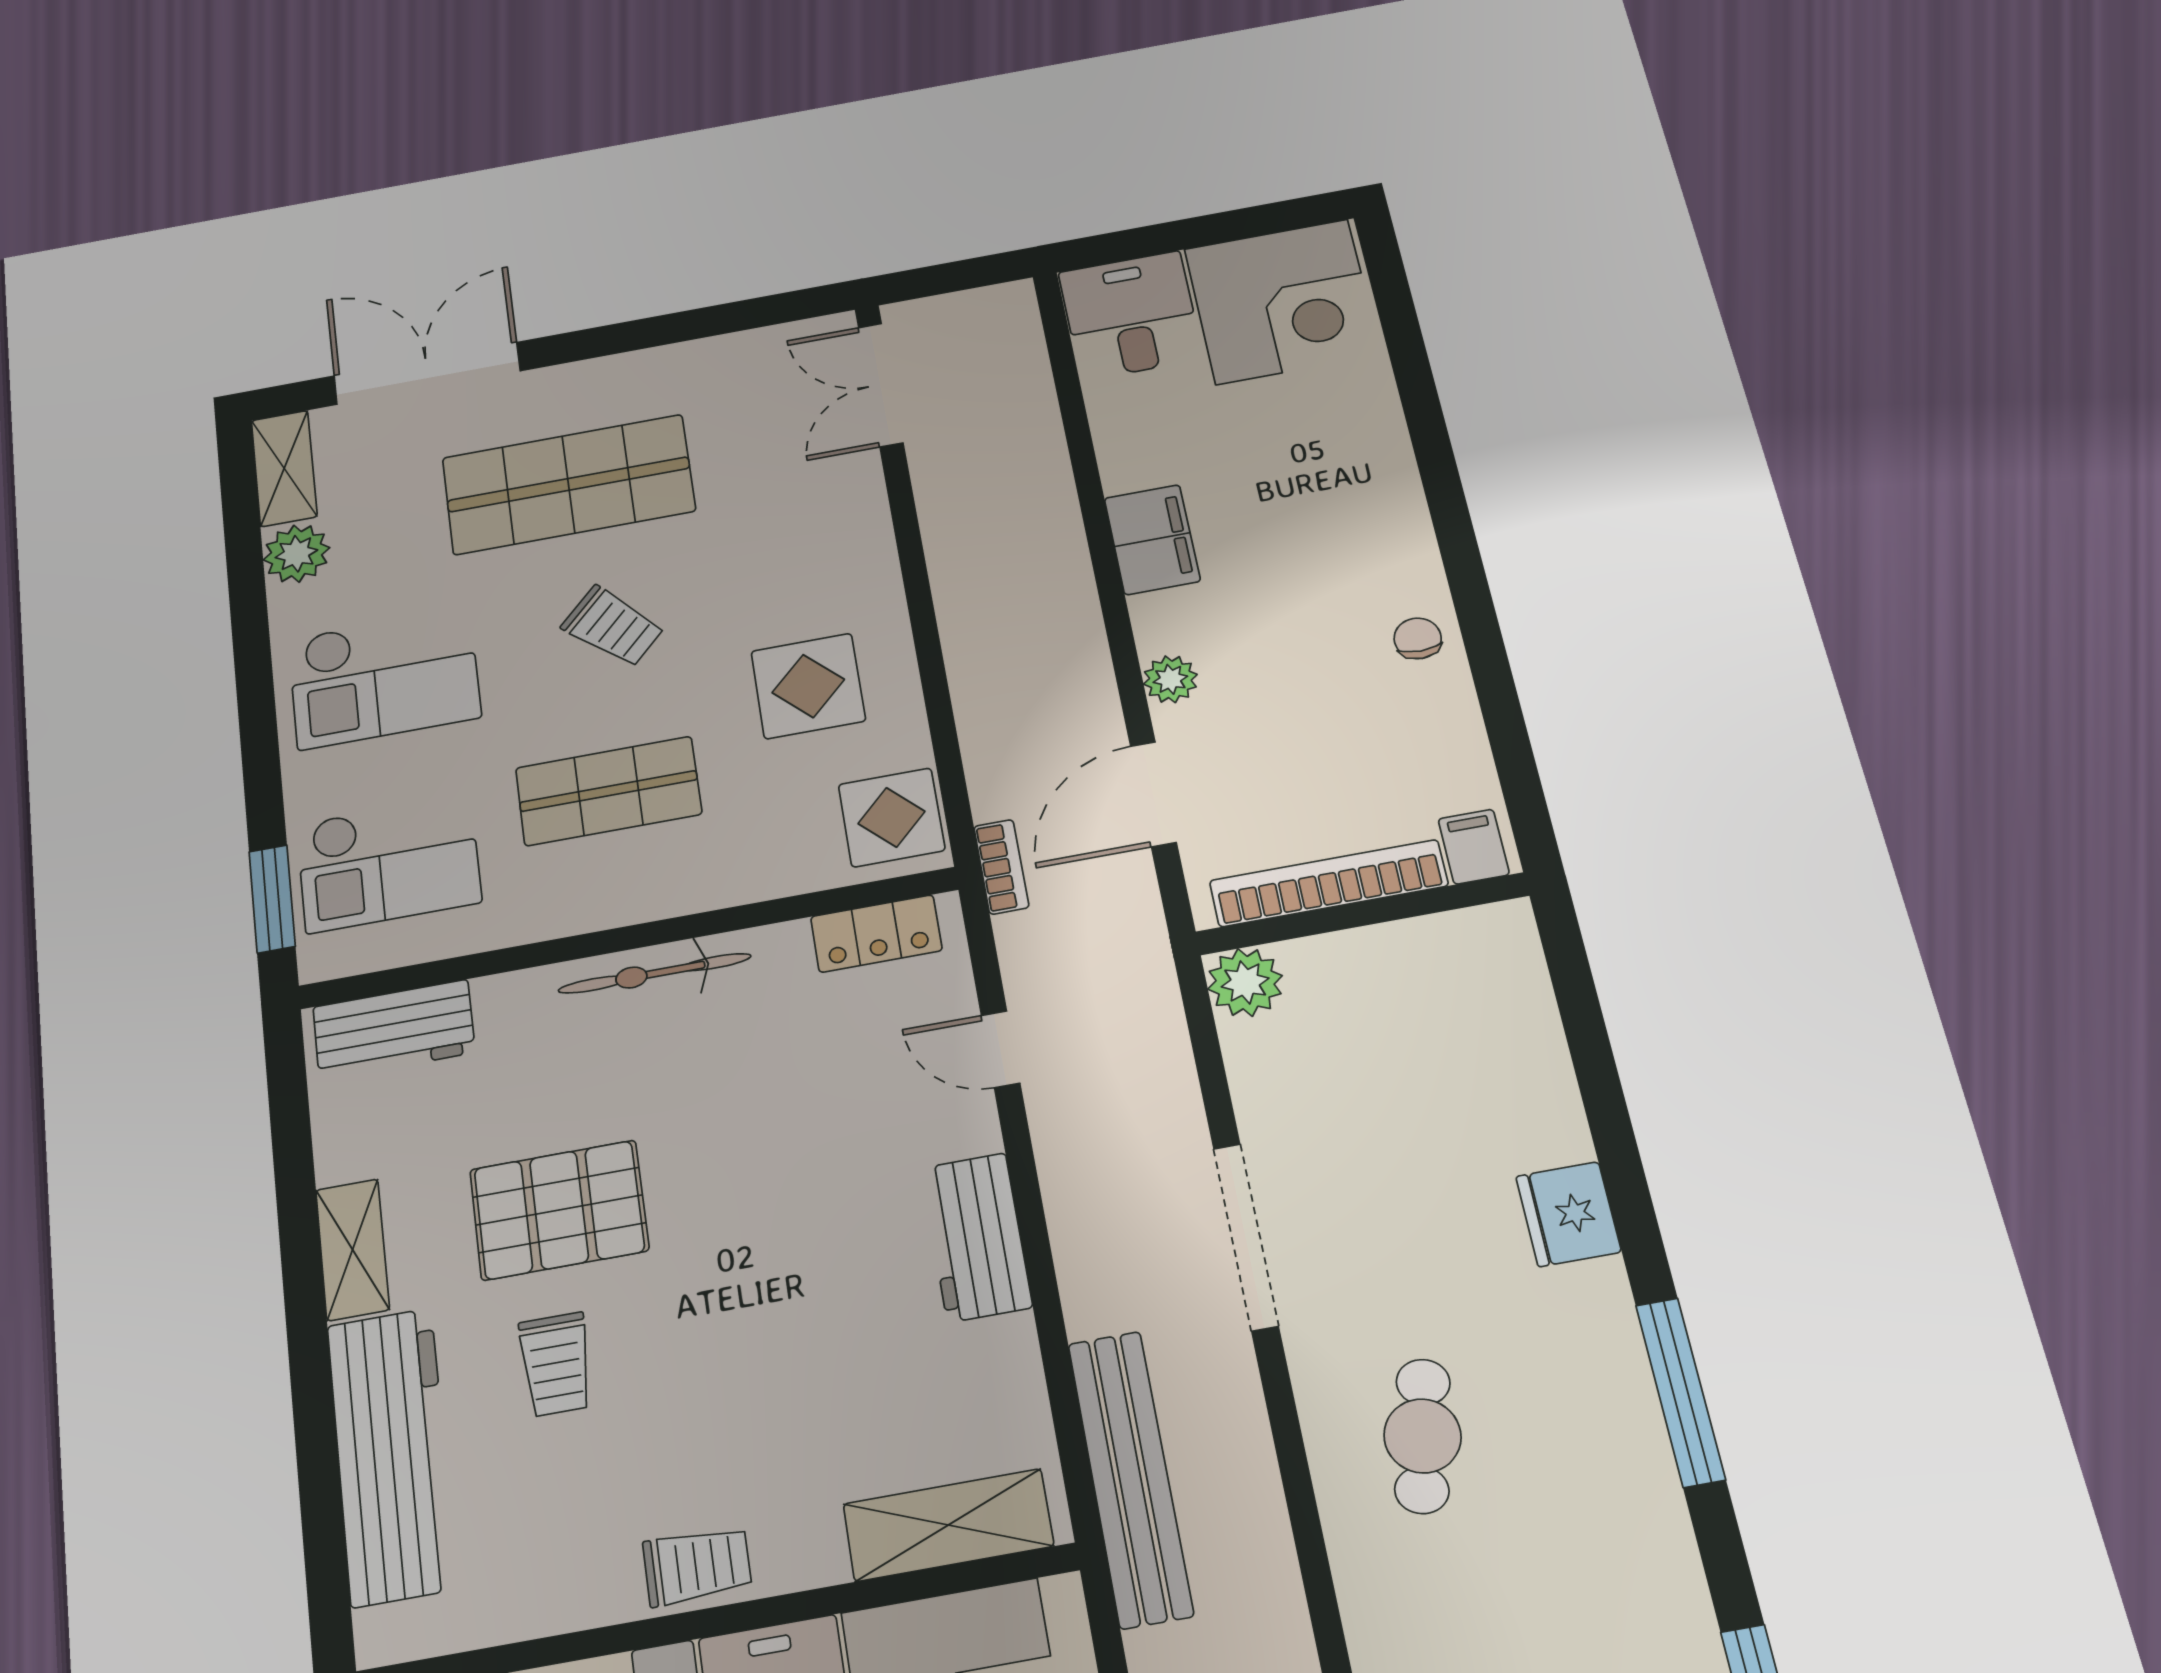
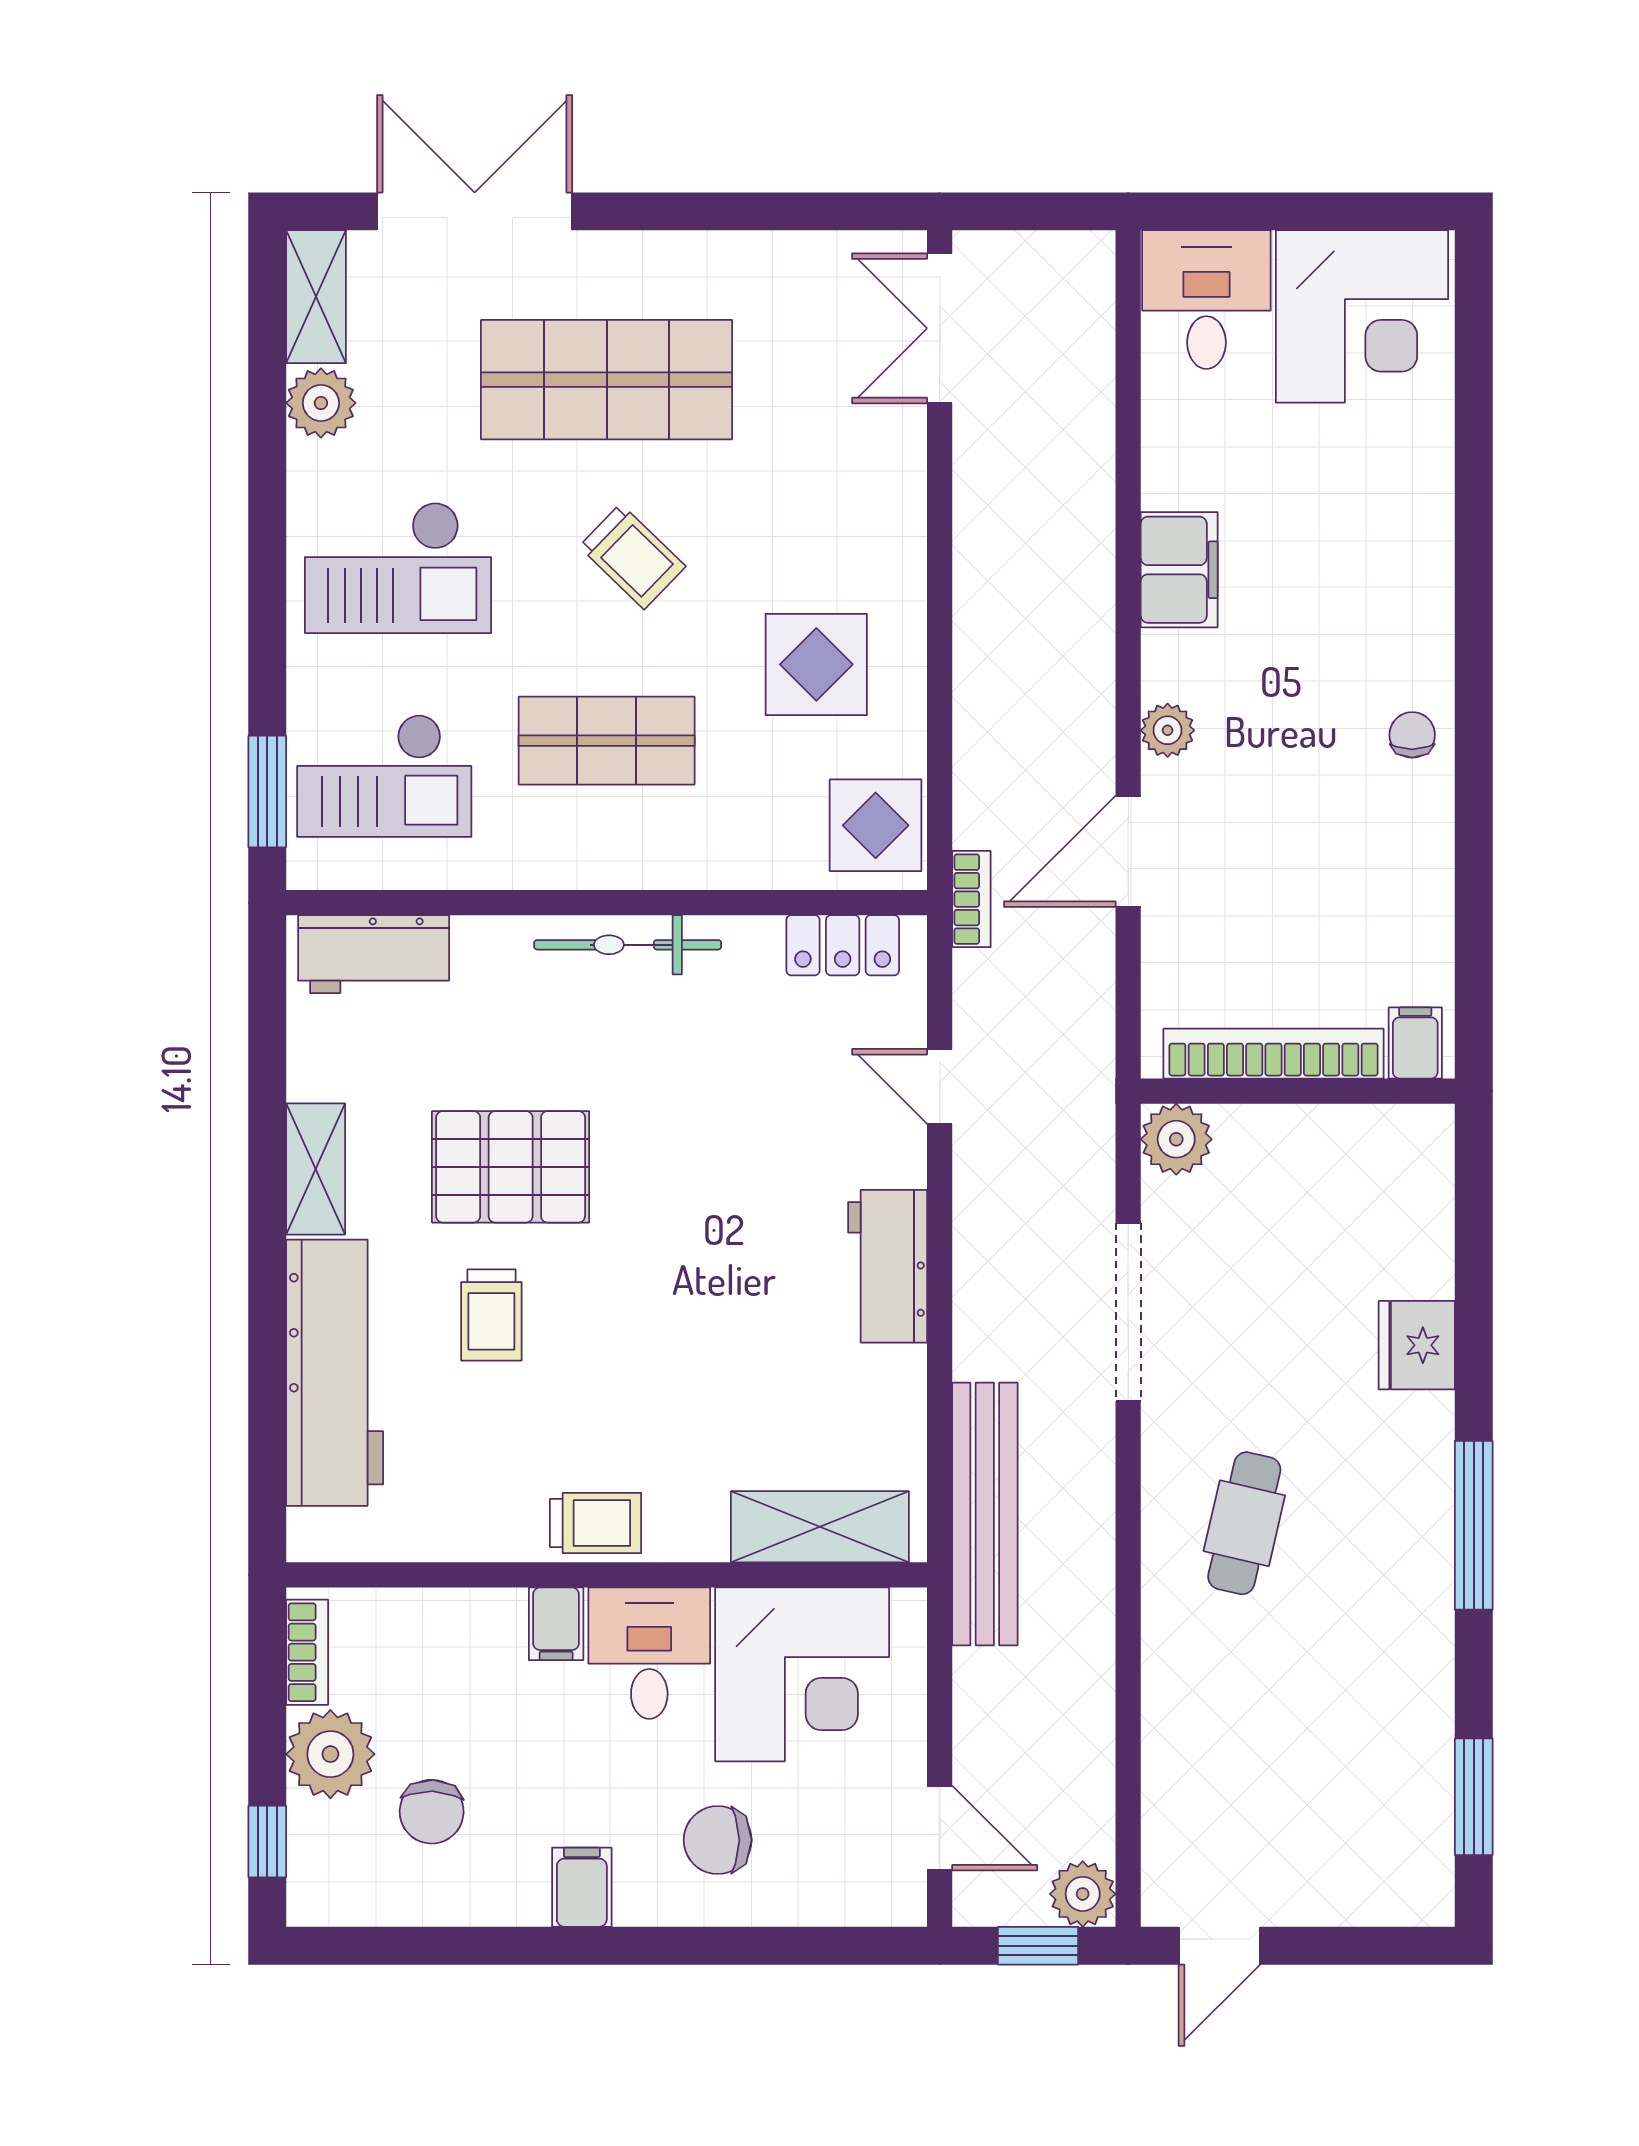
filing cabinet: (1474, 847) -> (1415, 1043), moved
bookcase: (1329, 883) -> (1274, 1054), moved
wall: (1362, 914) -> (1298, 1091), moved
plant: (1245, 982) -> (1176, 1139), moved

